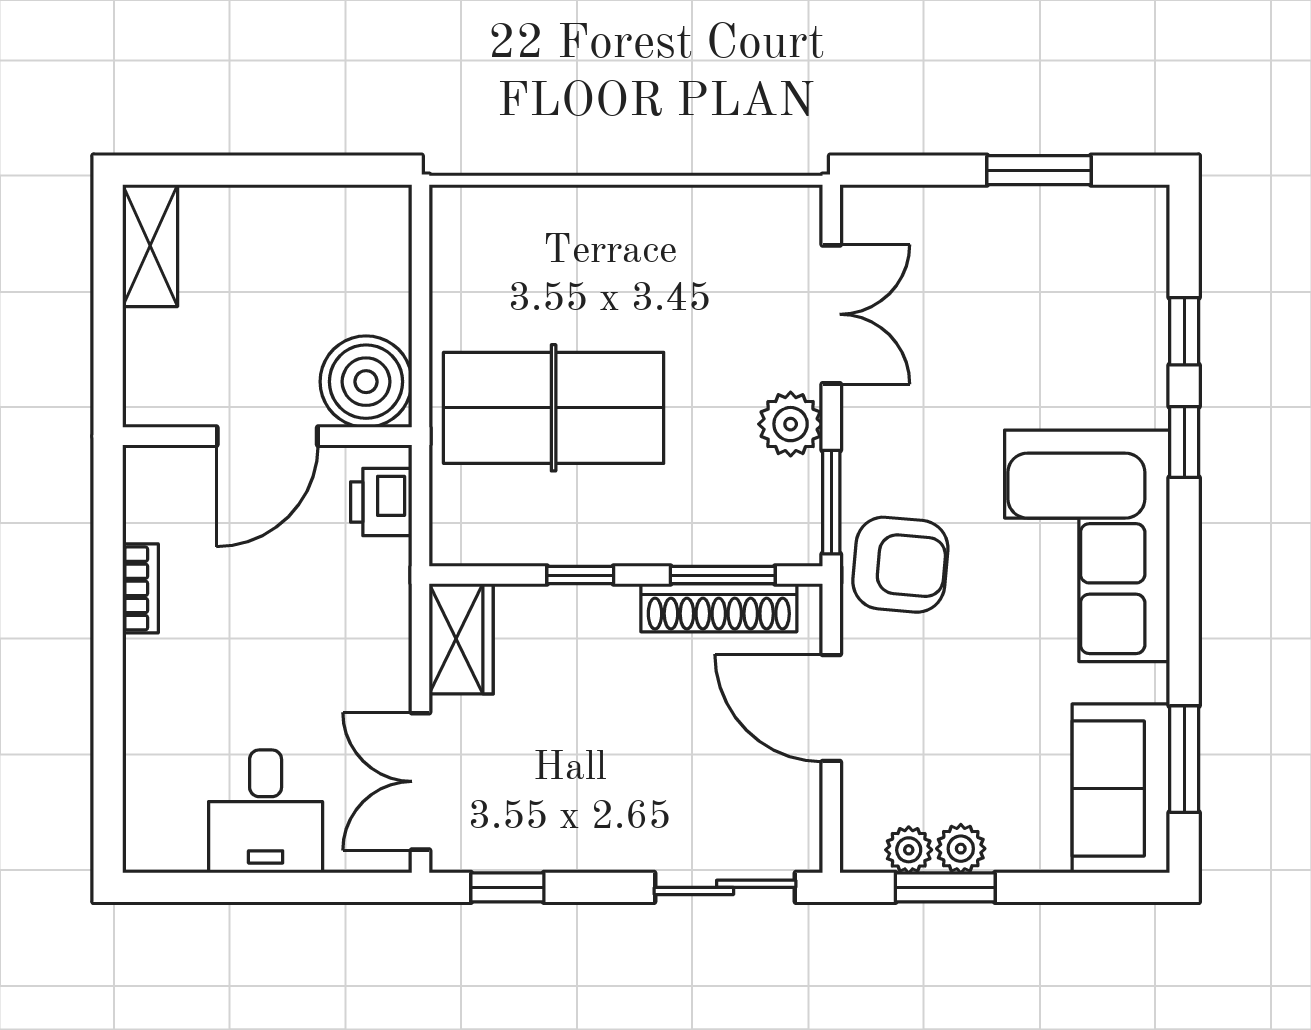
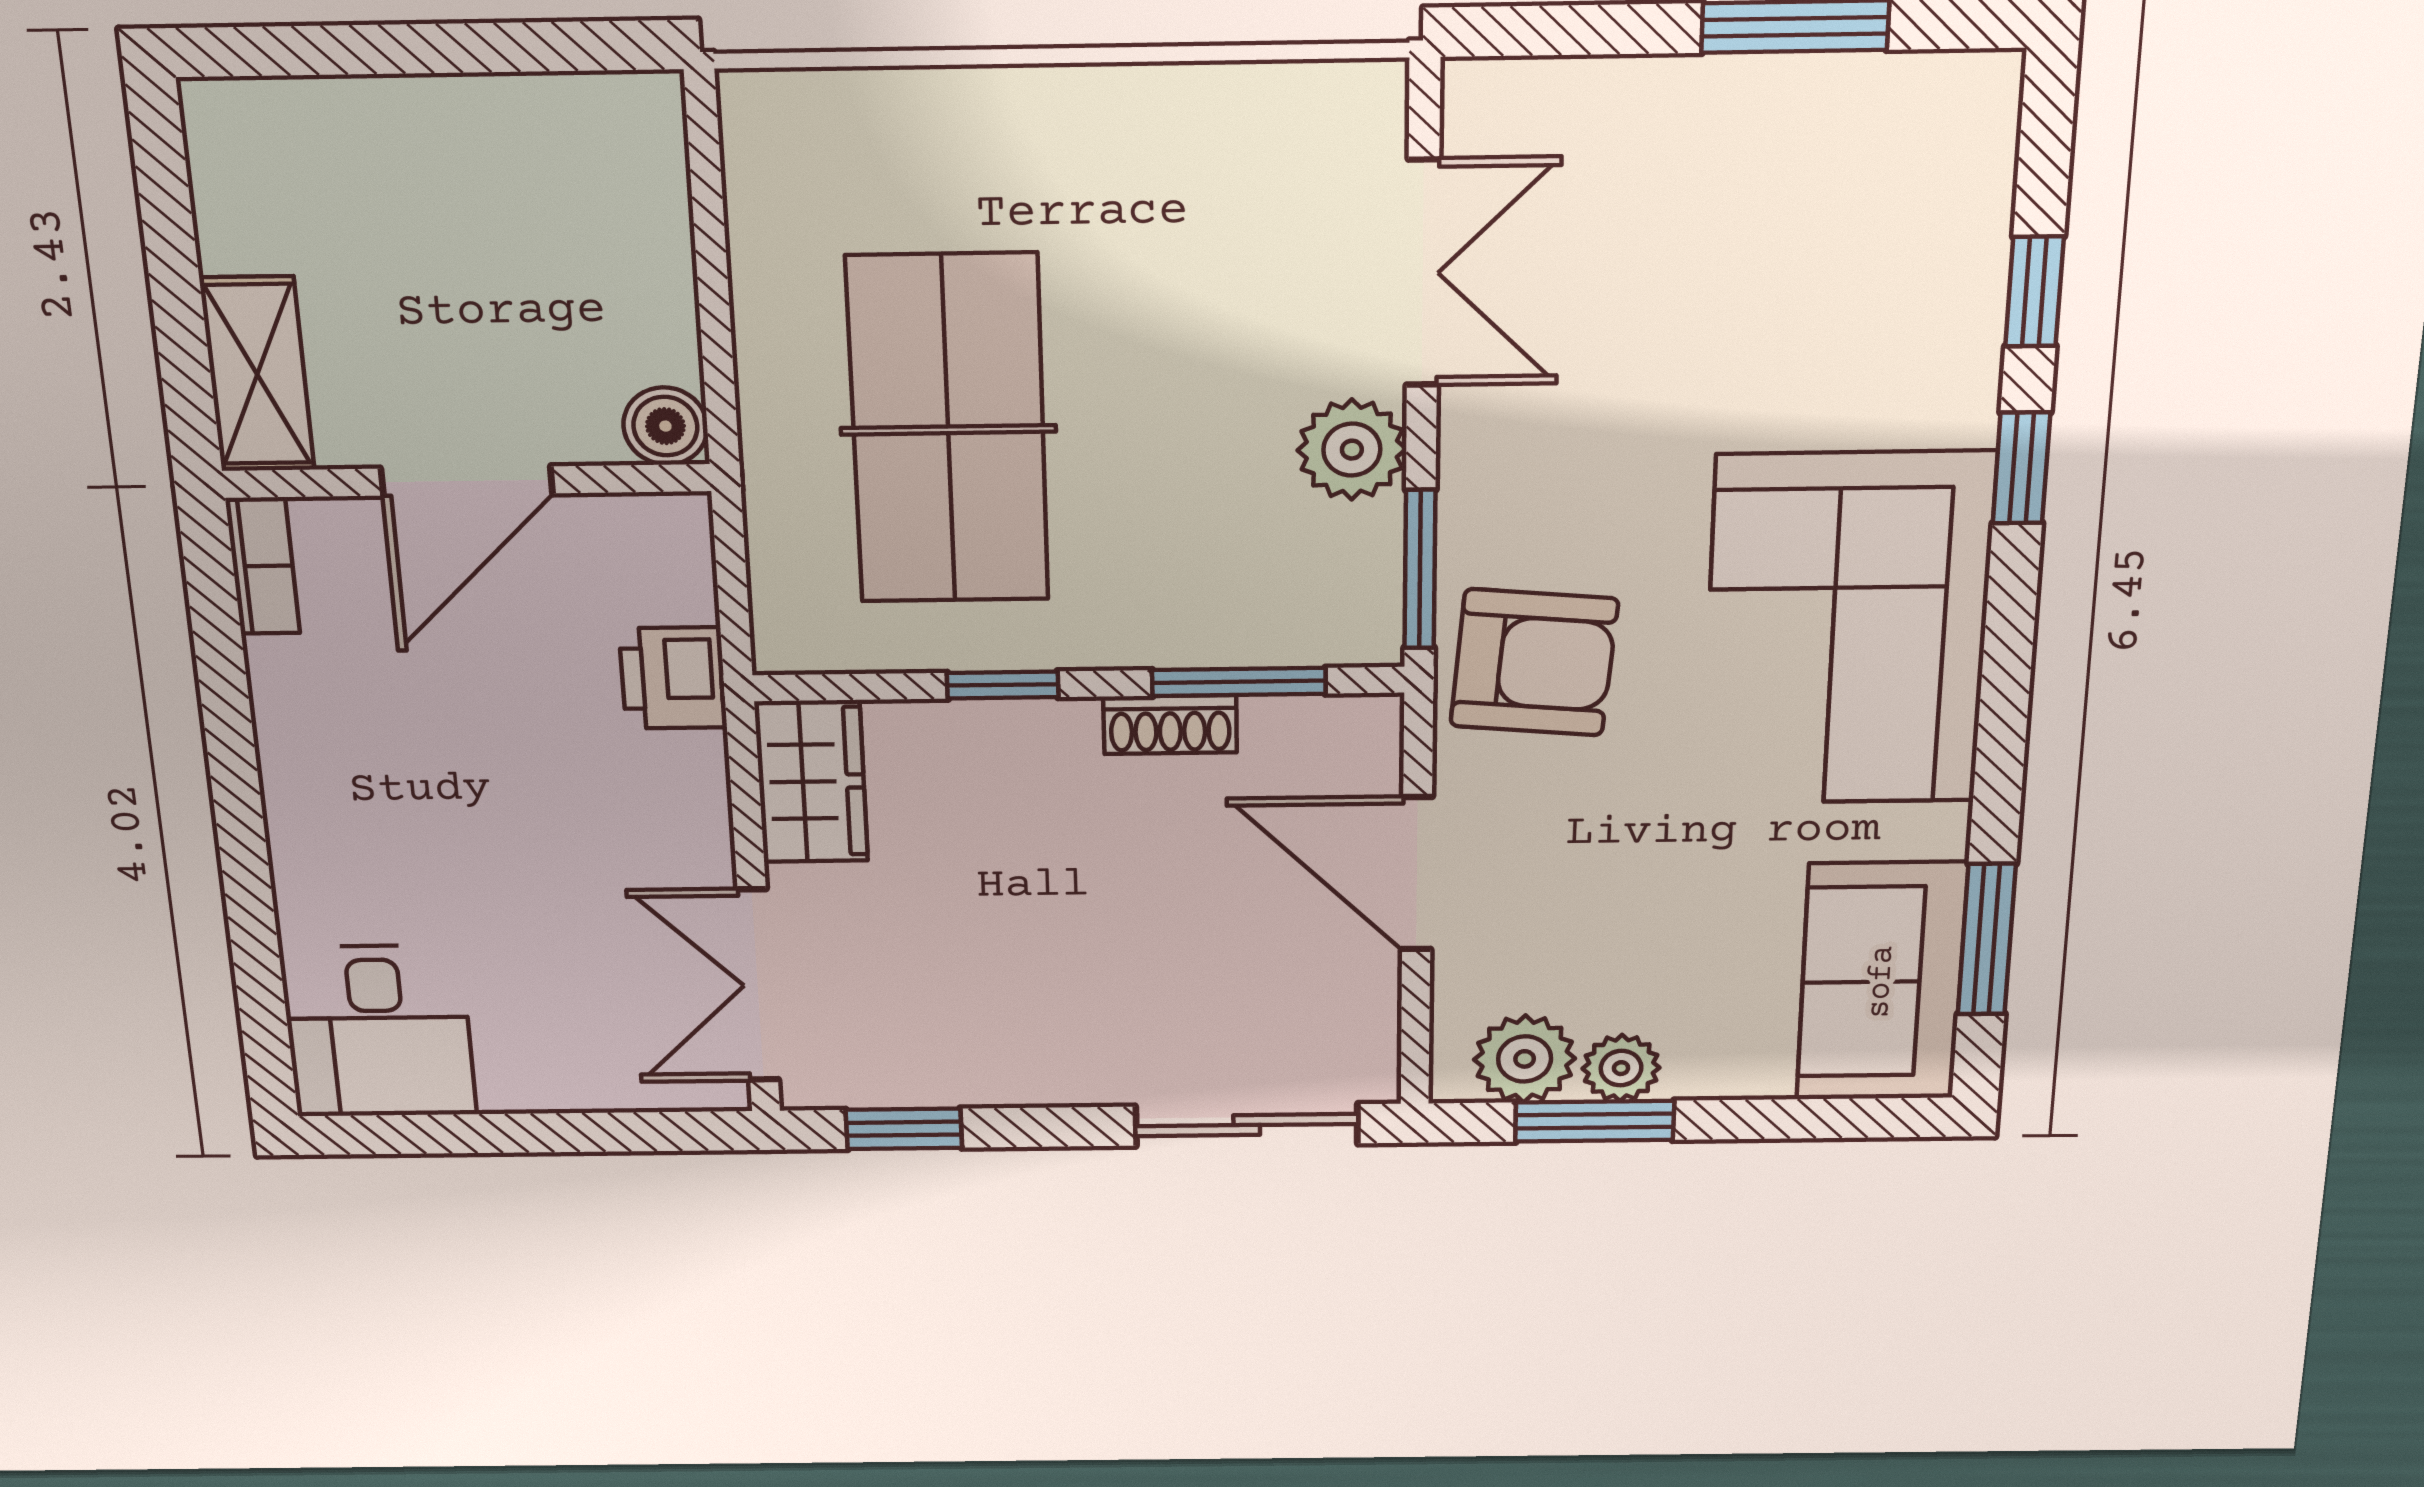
shelving: (150, 246) -> (257, 374), moved
boiler: (366, 382) -> (665, 426), width x0.54, depth x0.54
table tennis table: (554, 408) -> (948, 430), turned 90
printer: (381, 502) -> (673, 678), moved
bookcase: (140, 588) -> (263, 566), moved
shoe rack: (719, 608) -> (1170, 725), width x0.51, depth x0.81
desk: (266, 811) -> (378, 1031), moved
plant: (909, 850) -> (1525, 1059), width x1.38, depth x1.38

